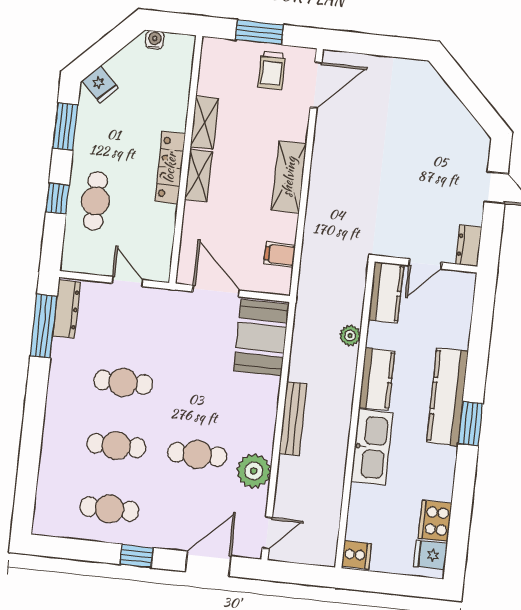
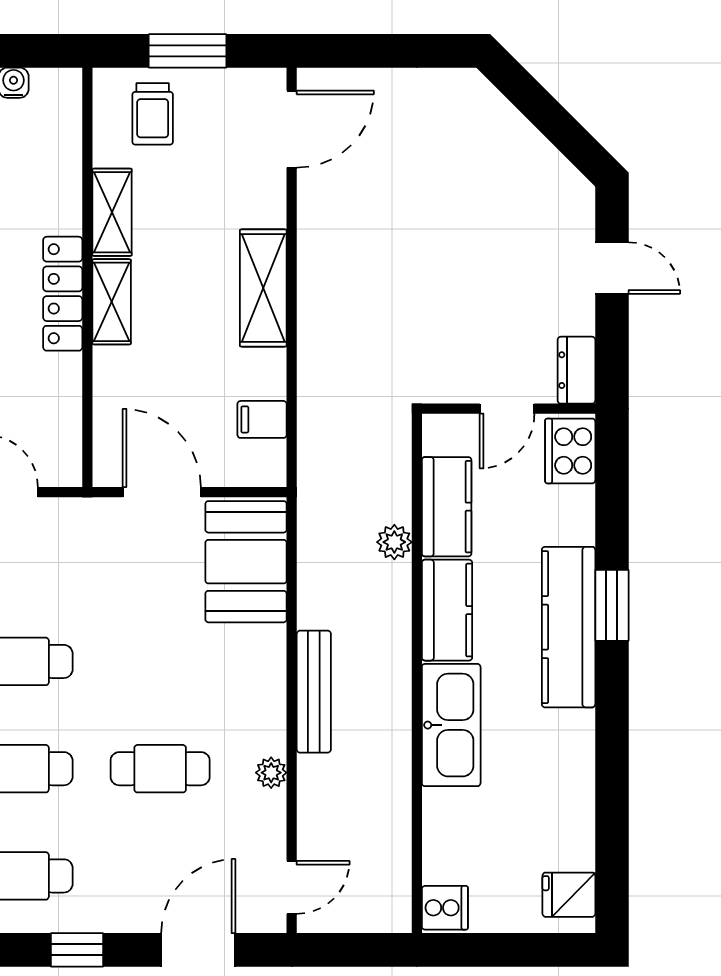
trolley: (272, 70) -> (153, 114), moved
kitchen counter: (386, 292) -> (447, 507), moved
window: (471, 424) -> (612, 605), moved
plant: (254, 471) -> (271, 773), width x0.53, depth x0.53
cooker: (435, 521) -> (570, 451), moved

